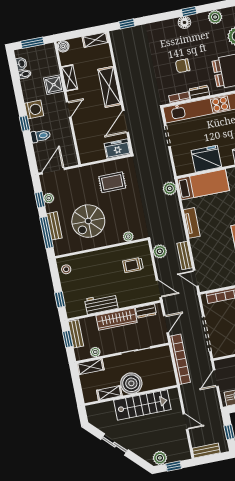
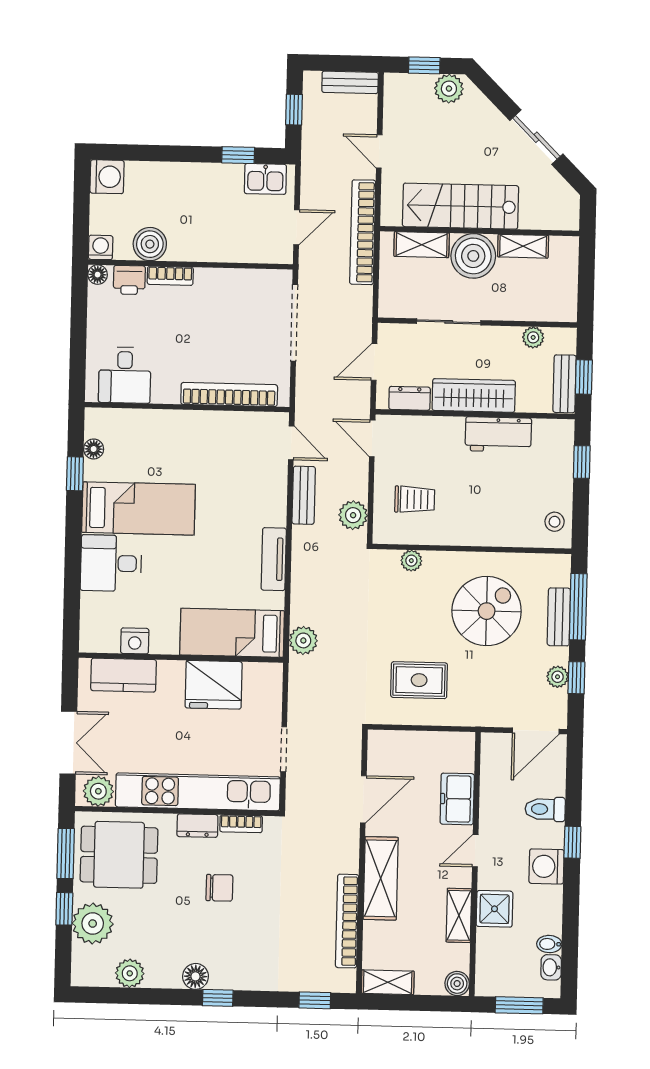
window: (189, 11) -> (218, 998), moved
bookcase: (120, 64) -> (347, 921), added
freezer: (117, 149) -> (457, 799), moved, turned 90
bookcase: (180, 359) -> (363, 232), moved
shelving: (90, 367) -> (422, 245), moved

